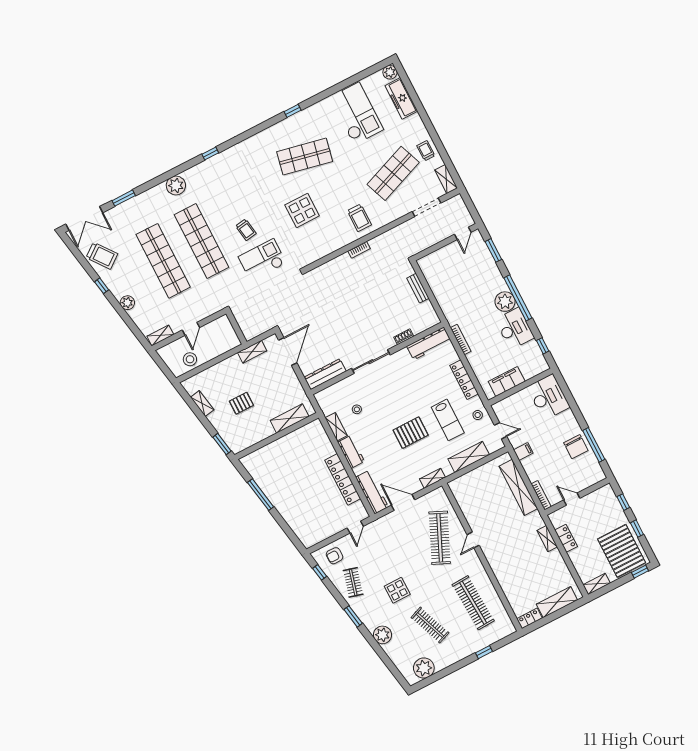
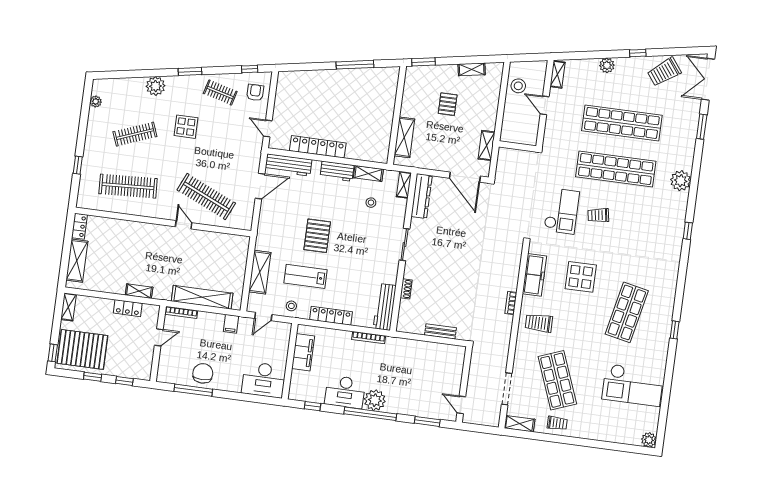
freezer: (401, 98) -> (534, 275), moved, turned 90
sliding door: (371, 362) -> (405, 244), width x0.73
chair: (576, 447) -> (203, 373), turned 90
shelving: (433, 478) -> (404, 185), moved
plant: (424, 668) -> (96, 102), width x0.53, depth x0.53

